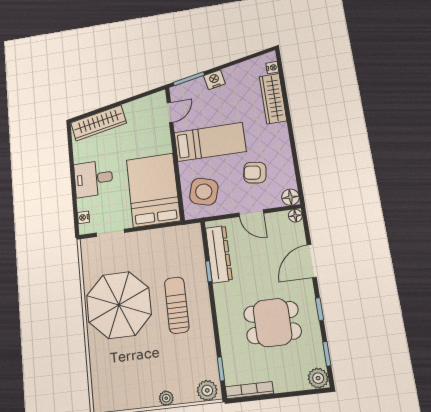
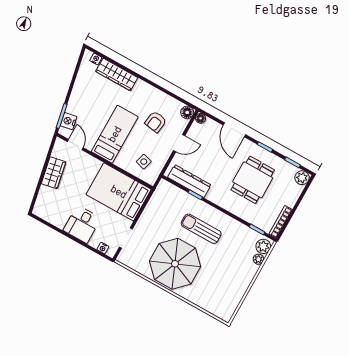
nightstand: (214, 80) -> (69, 121), moved
wardrobe: (99, 123) -> (54, 173), moved, width x0.67
side table: (204, 192) -> (144, 162), width x0.54, depth x0.54
plant: (166, 398) -> (258, 259), moved

